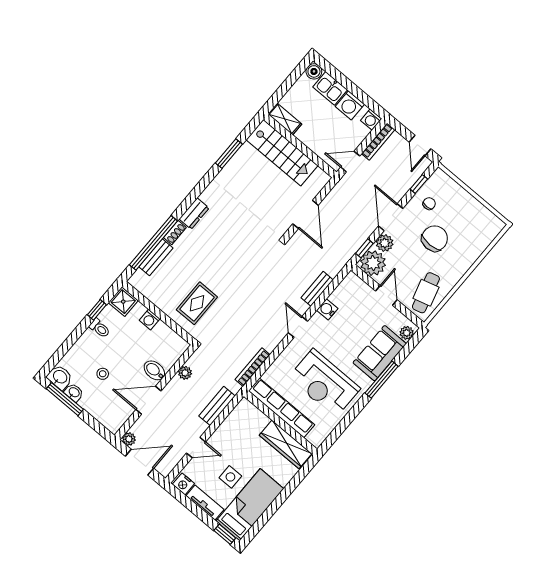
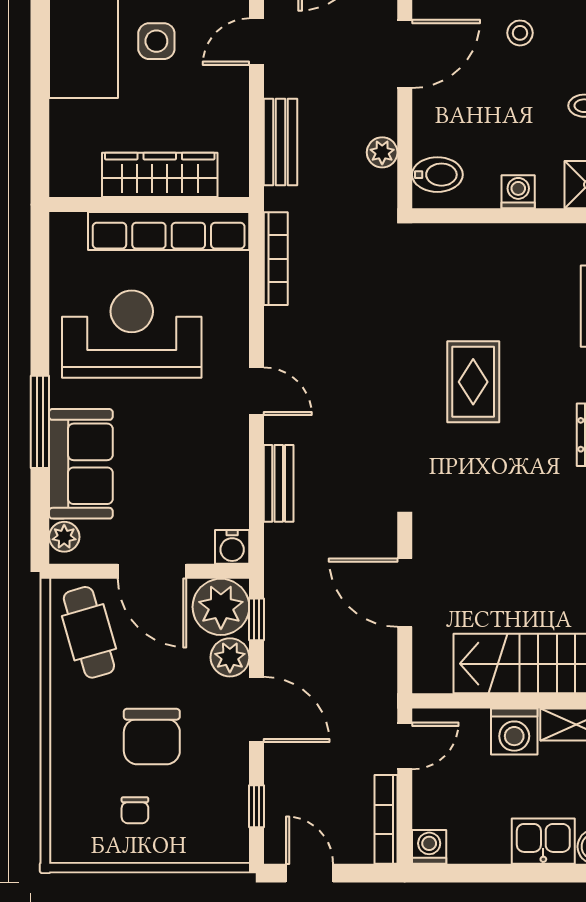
washing machine: (350, 105) -> (514, 731), moved, turned 180
chair: (429, 204) -> (135, 810), moved
door: (386, 295) -> (152, 571), width x1.38
rug: (197, 303) -> (473, 382), moved
water cooler: (327, 309) -> (232, 547), moved, turned 90
bidet: (154, 370) -> (437, 175), moved
wardrobe: (285, 444) -> (160, 175), moved

